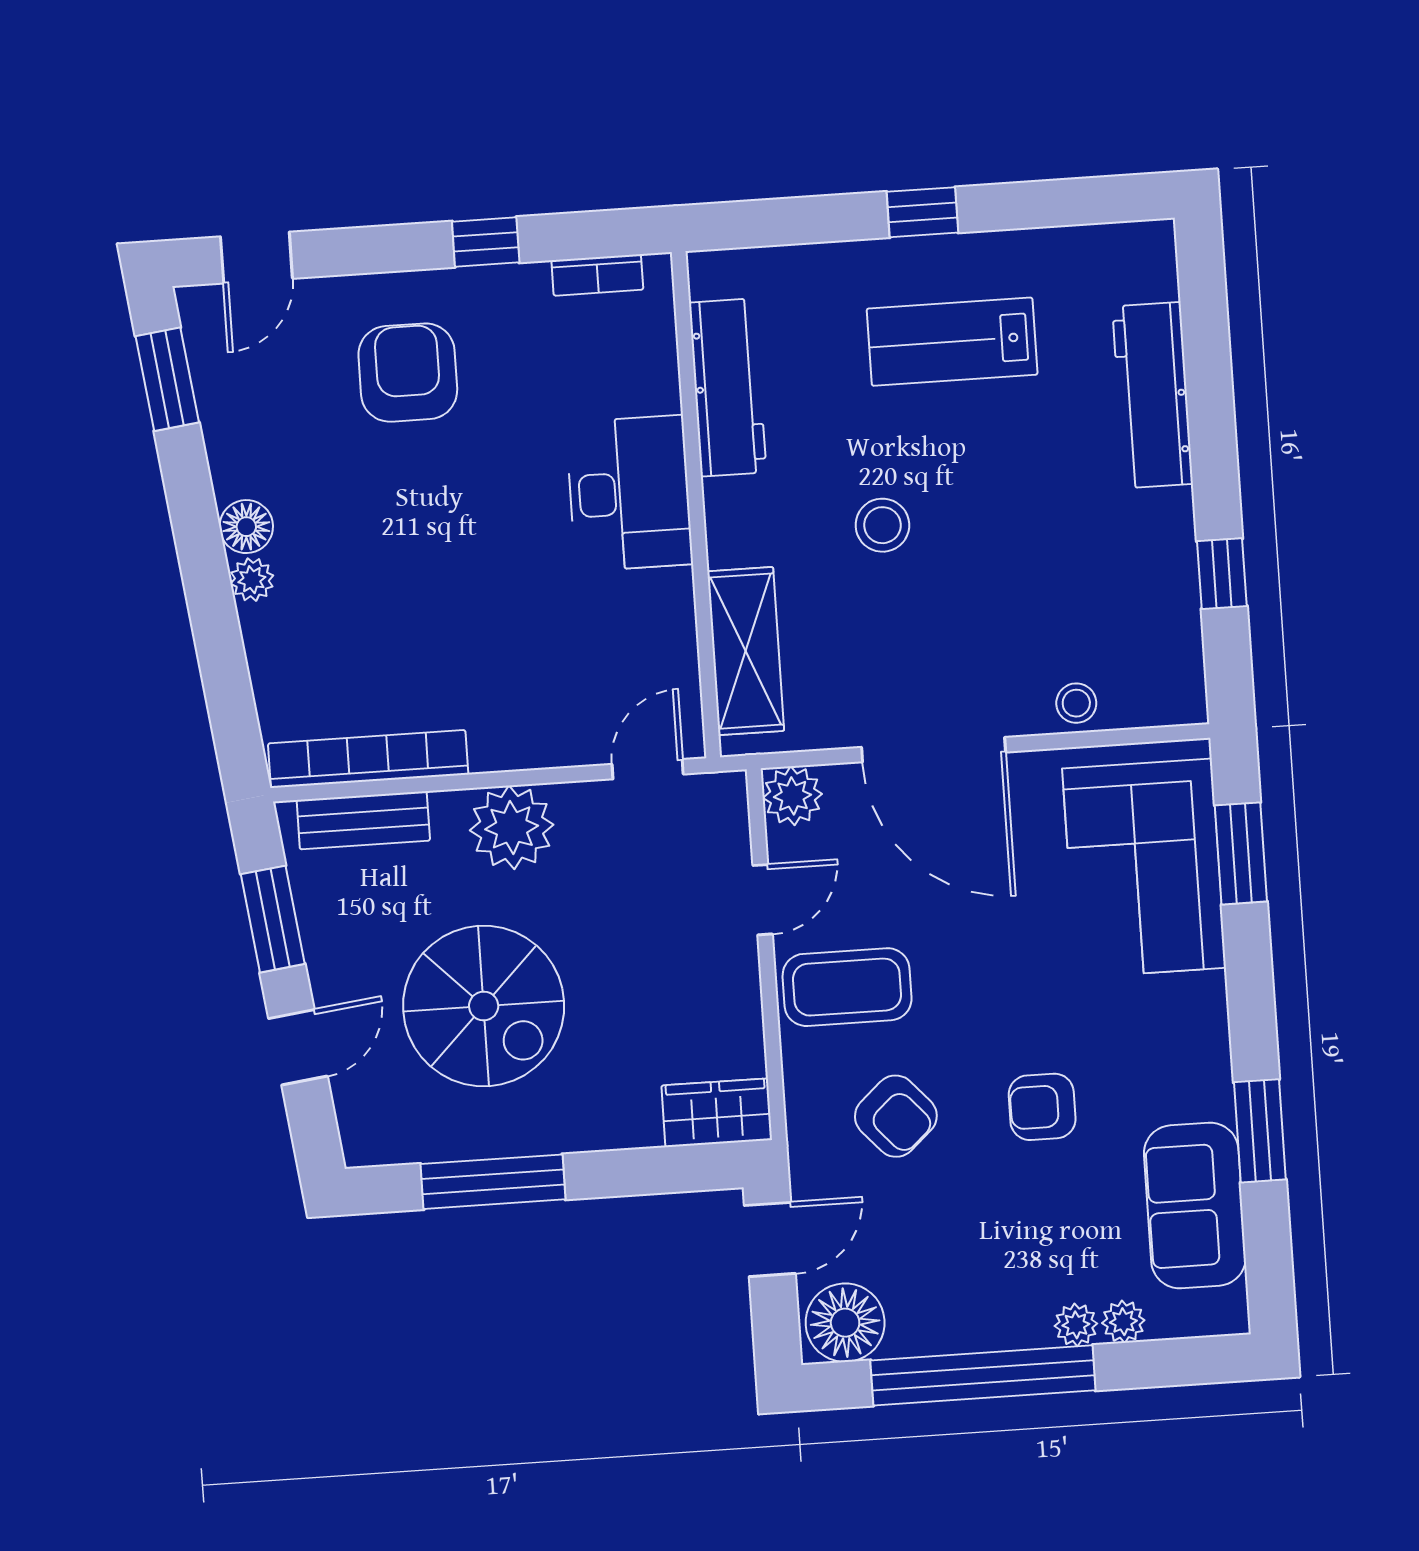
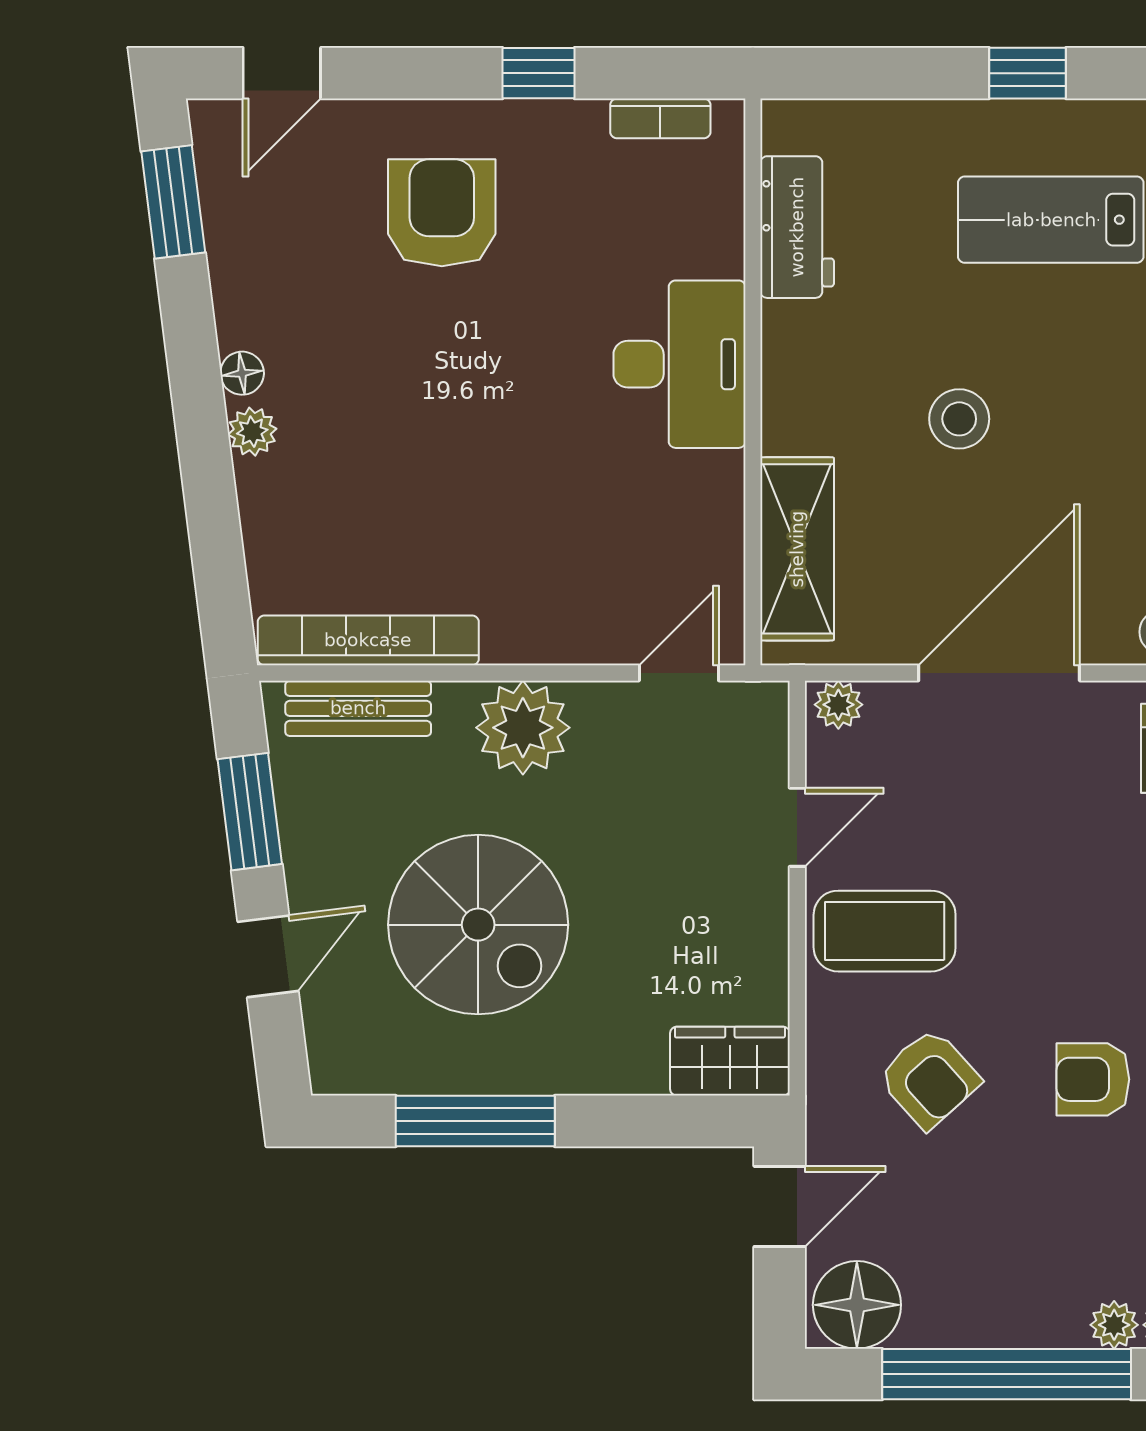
workbench: (728, 387) -> (797, 227), width x0.73
floor lamp: (246, 527) -> (242, 373), width x0.73, depth x0.73
door: (934, 750) -> (999, 673), swing flipped
plant: (793, 796) -> (838, 705), width x0.73, depth x0.73

